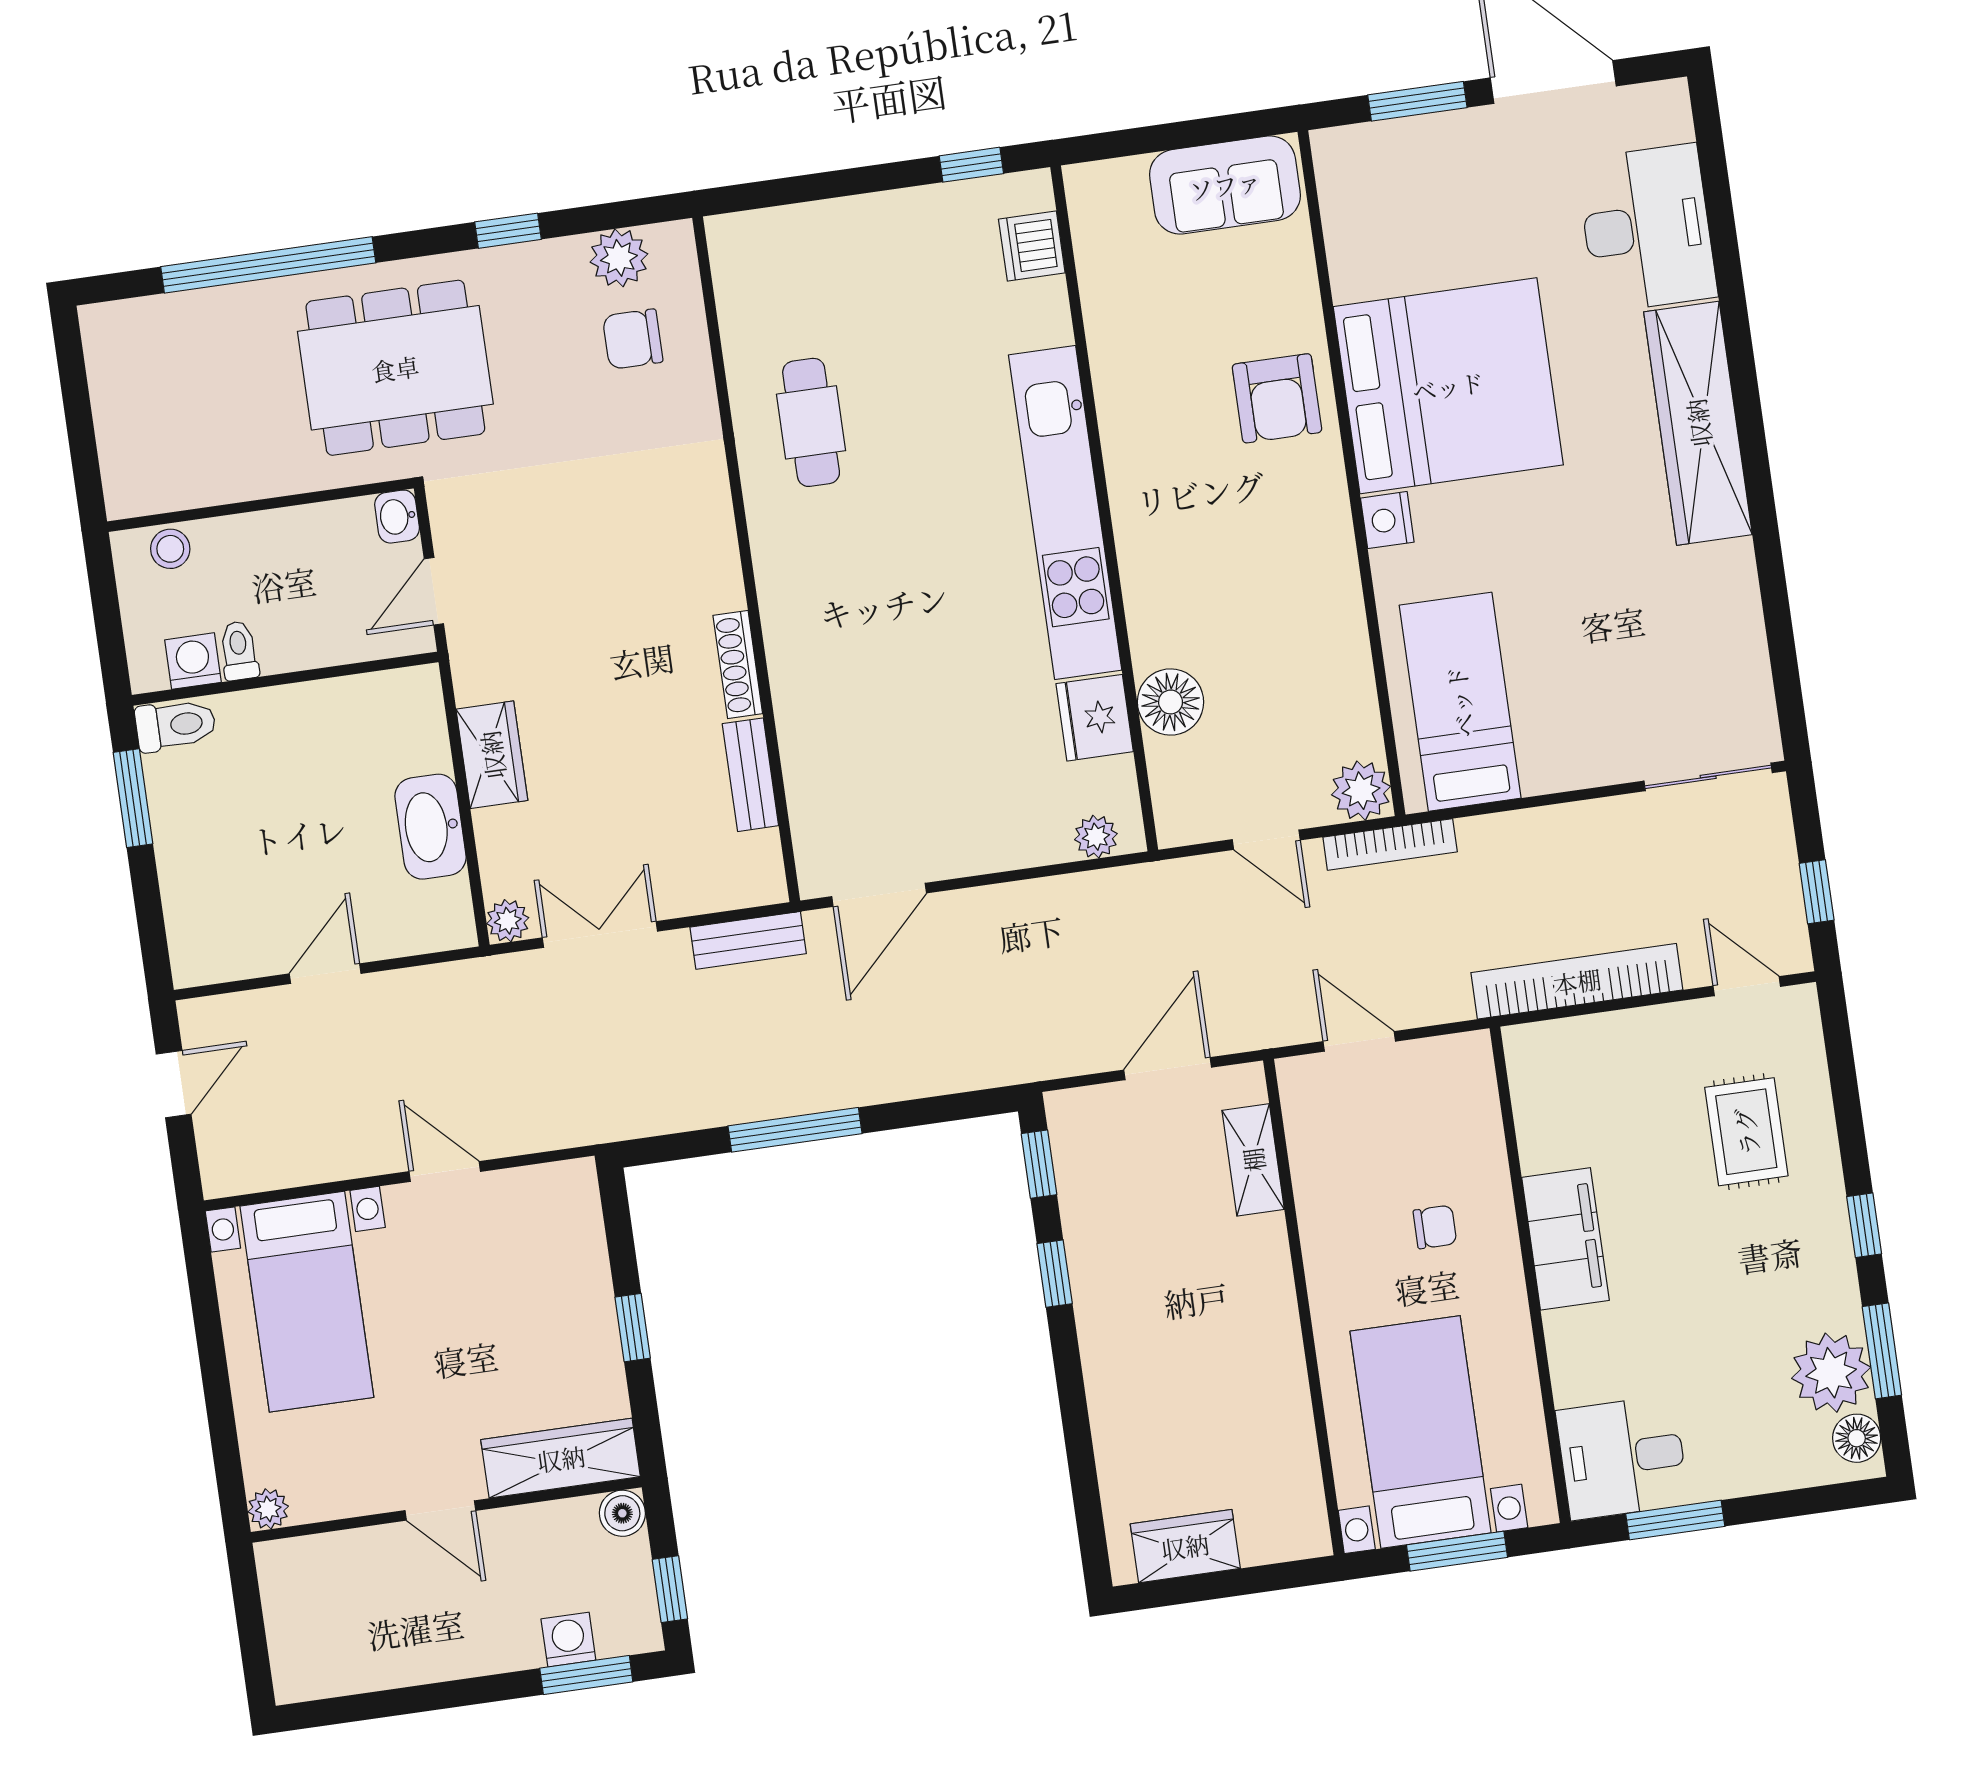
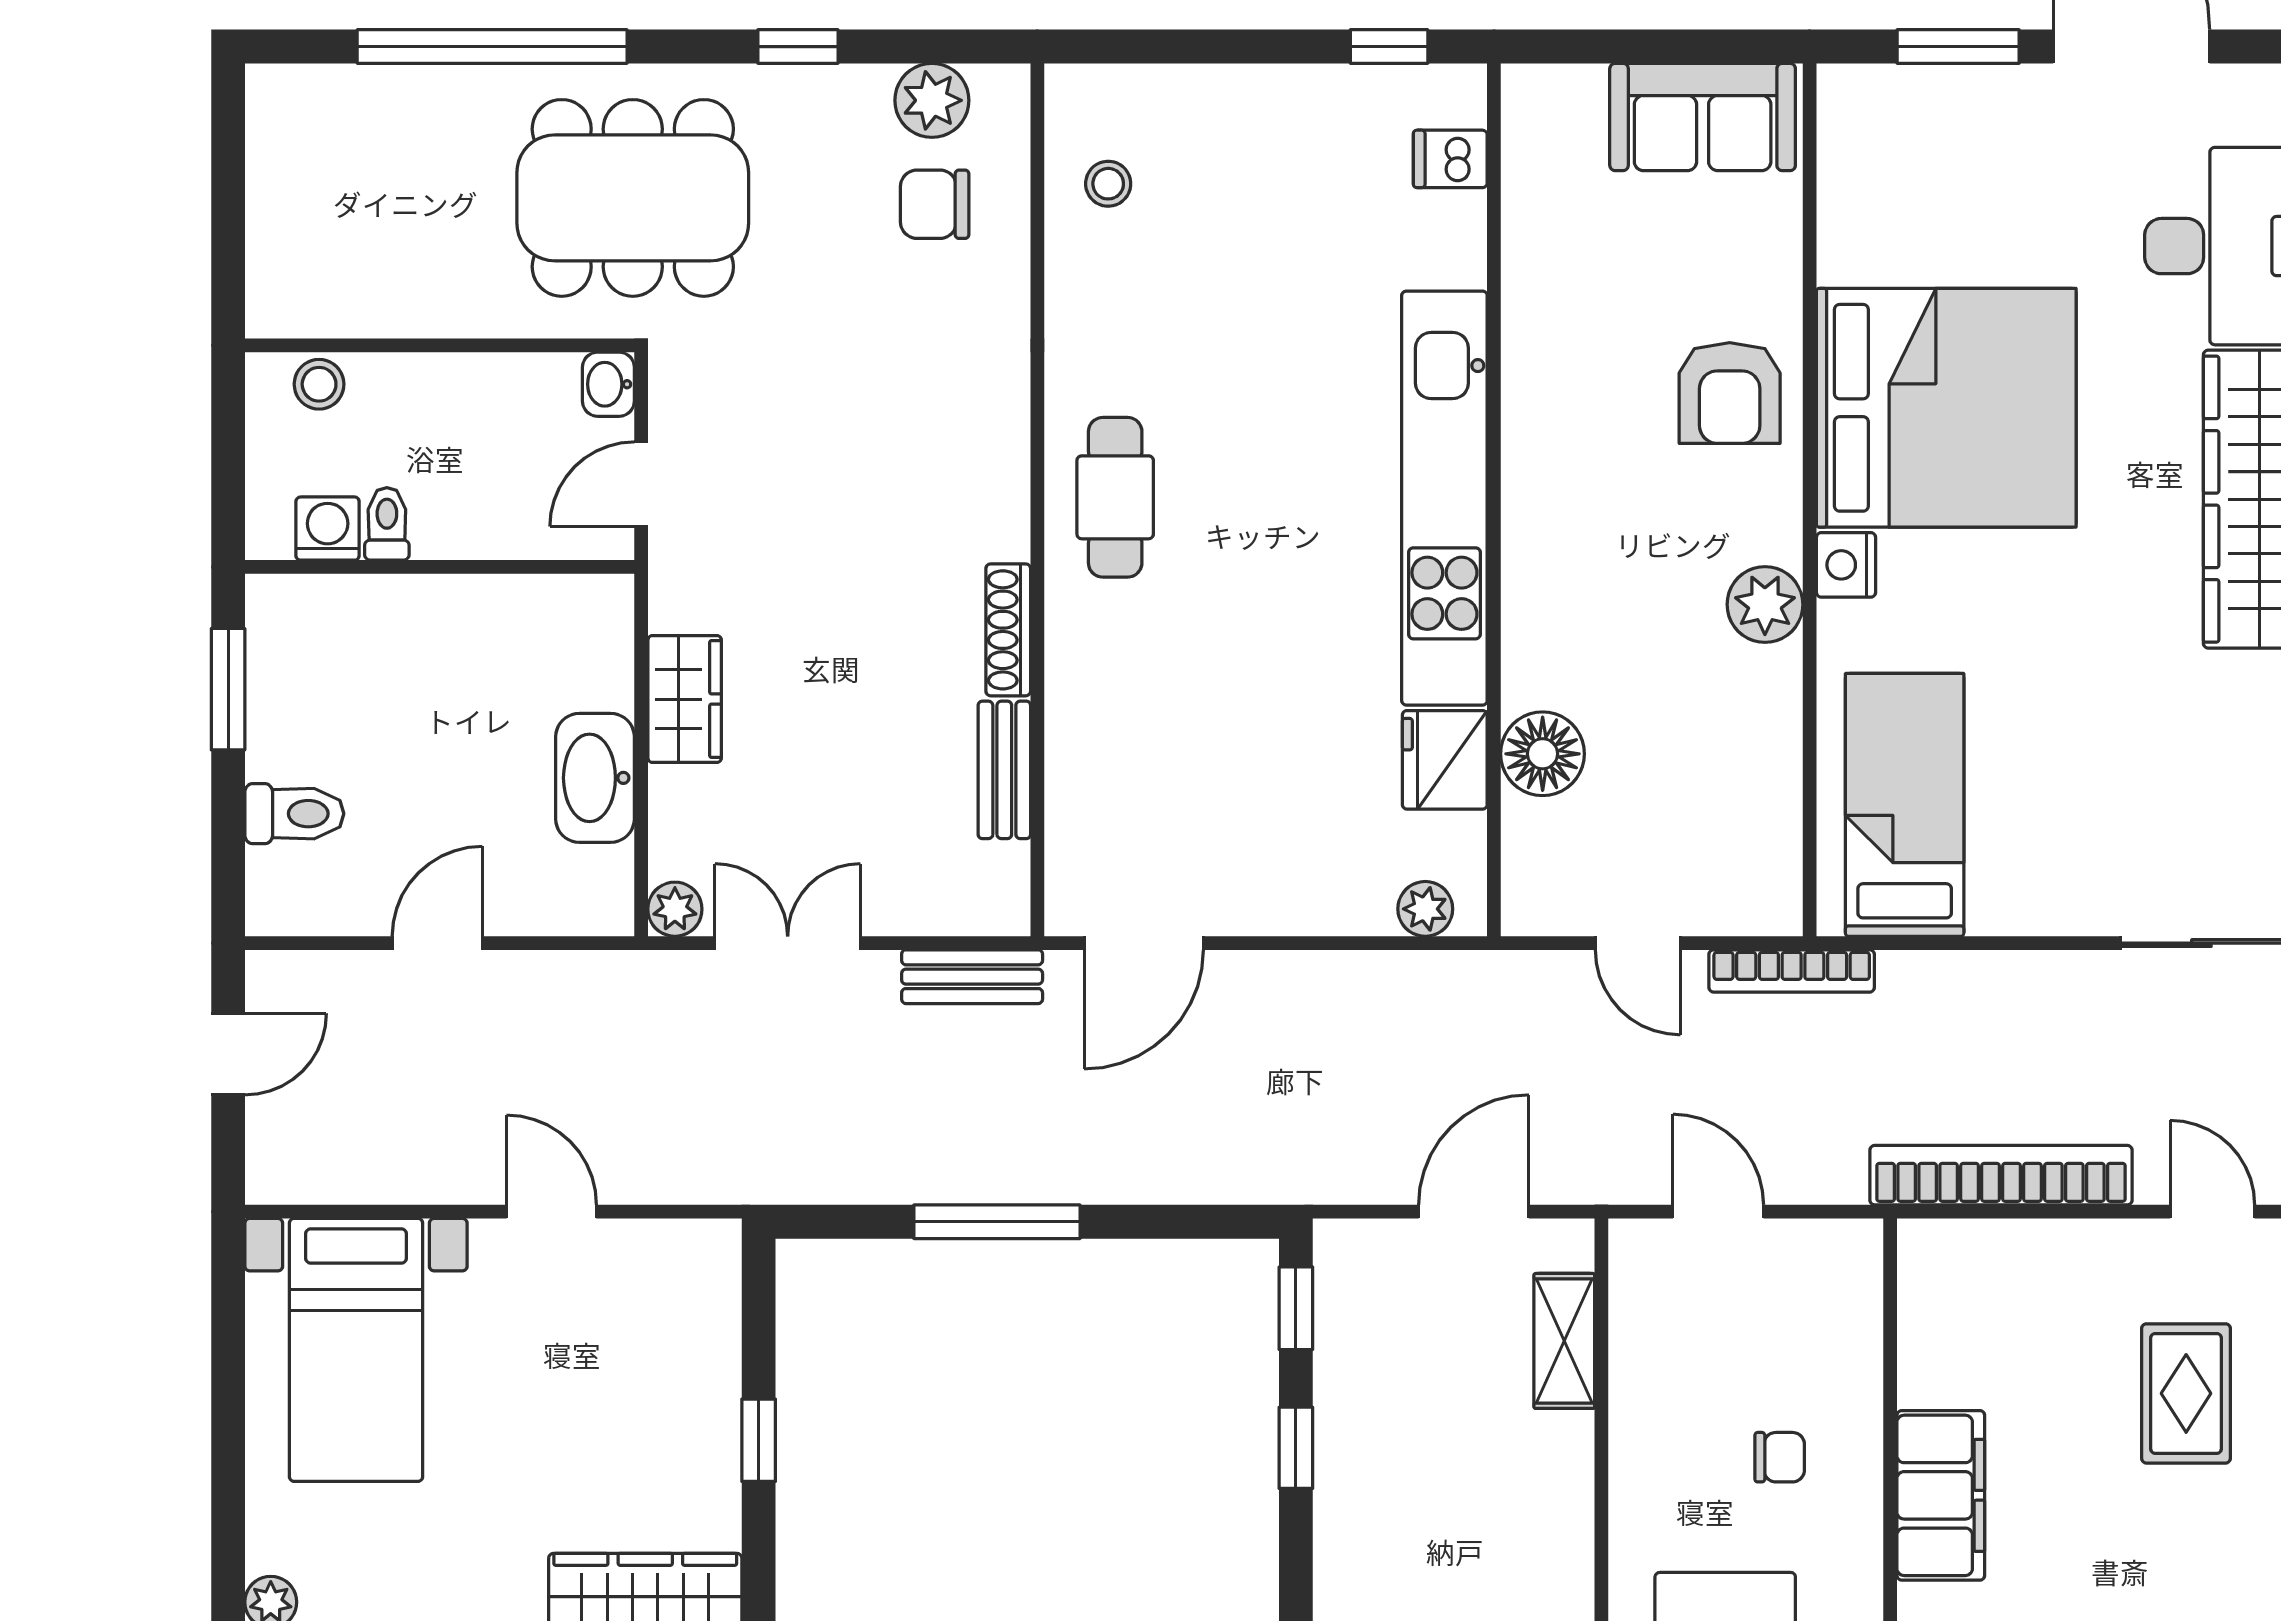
dishwasher: (1032, 246) -> (1450, 159), width x0.73
stool: (766, 304) -> (1108, 184), added
cafe table: (811, 422) -> (1115, 497), moved
toilet: (176, 725) -> (294, 814), moved
plant: (1361, 791) -> (1765, 604), moved

